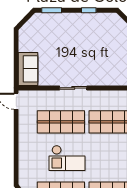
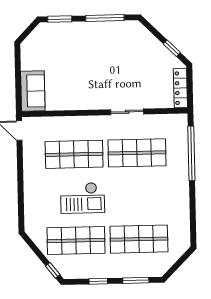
window: (89, 10) -> (105, 18), width x2.17
sliding door: (73, 88) -> (127, 112), moved

